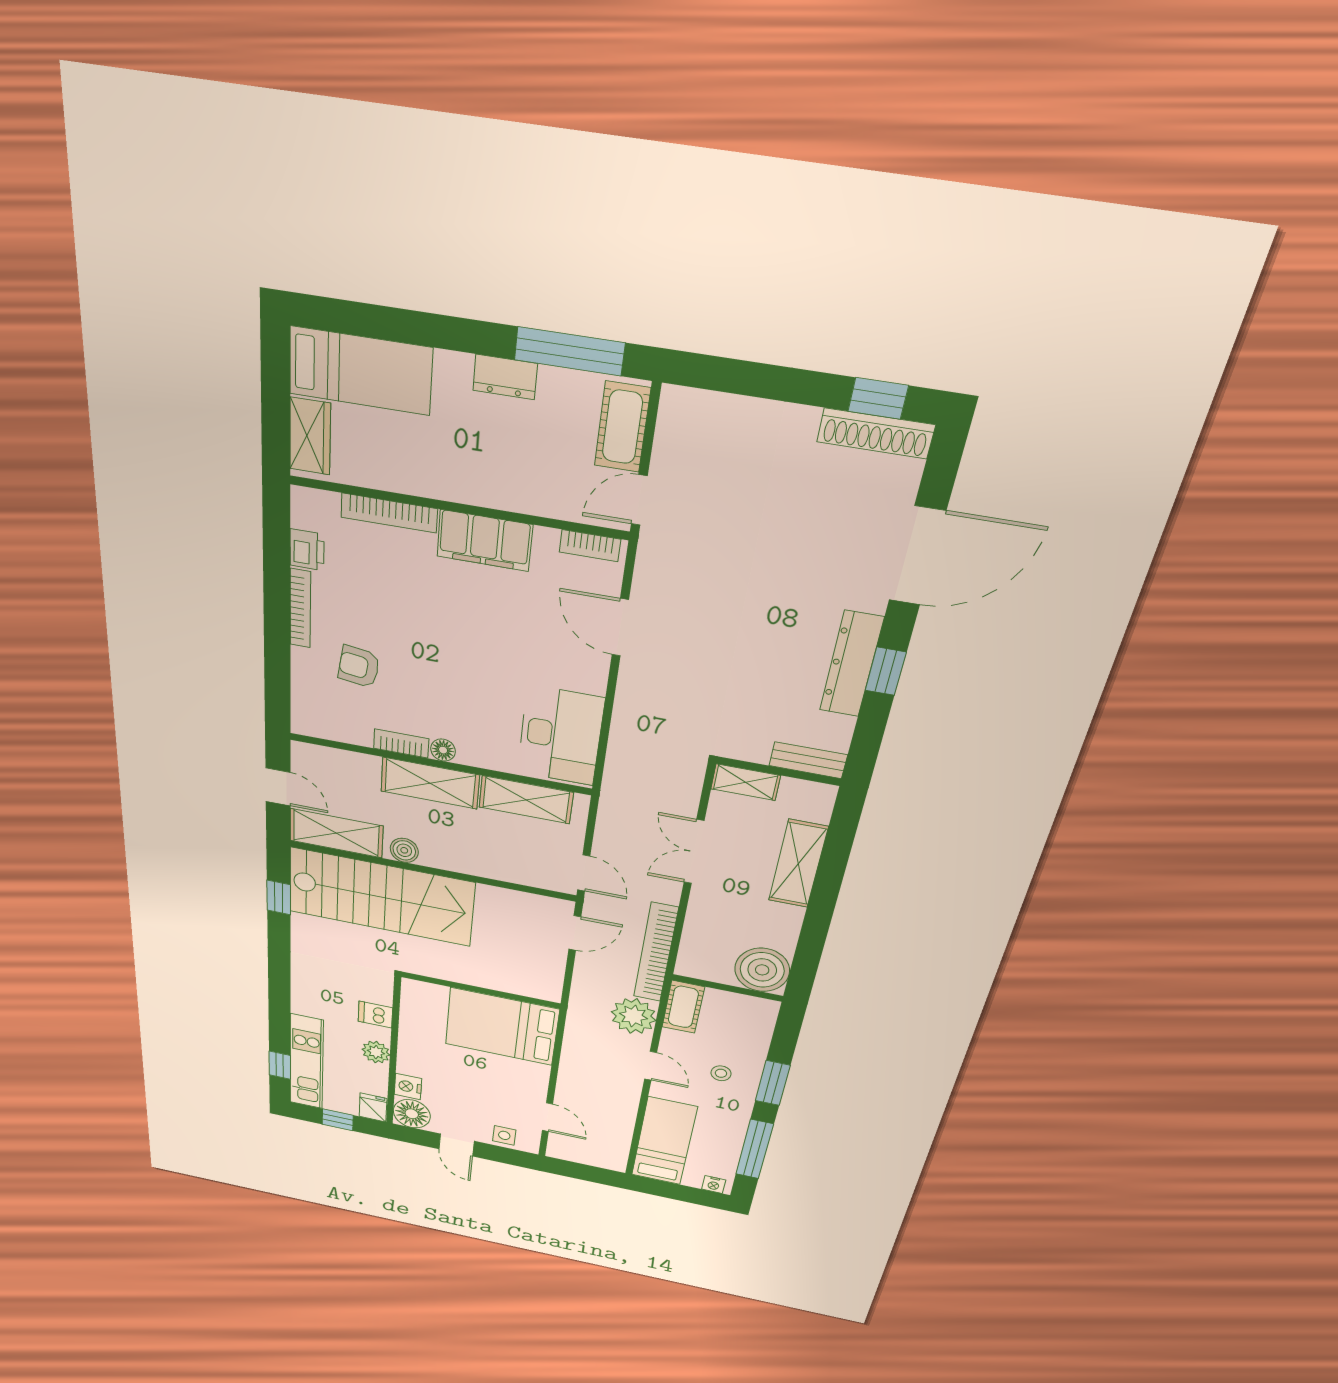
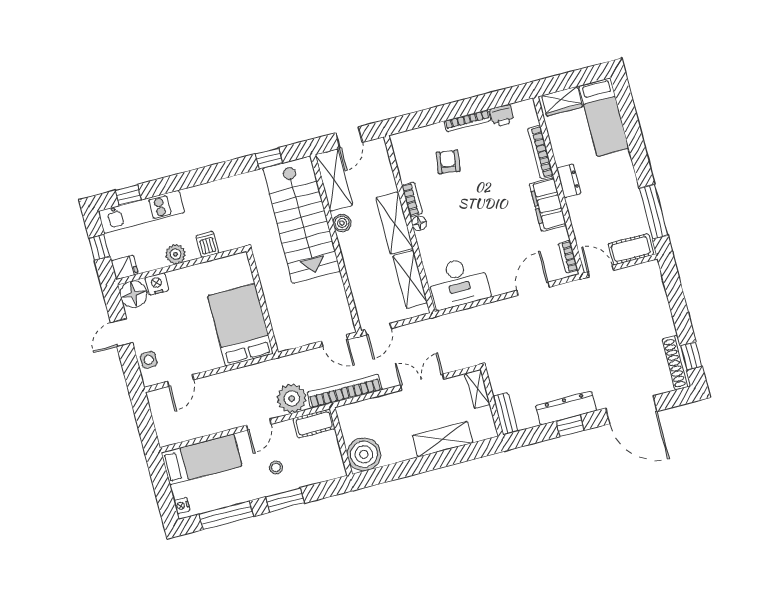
dresser: (505, 377) -> (569, 181), moved, turned 180

